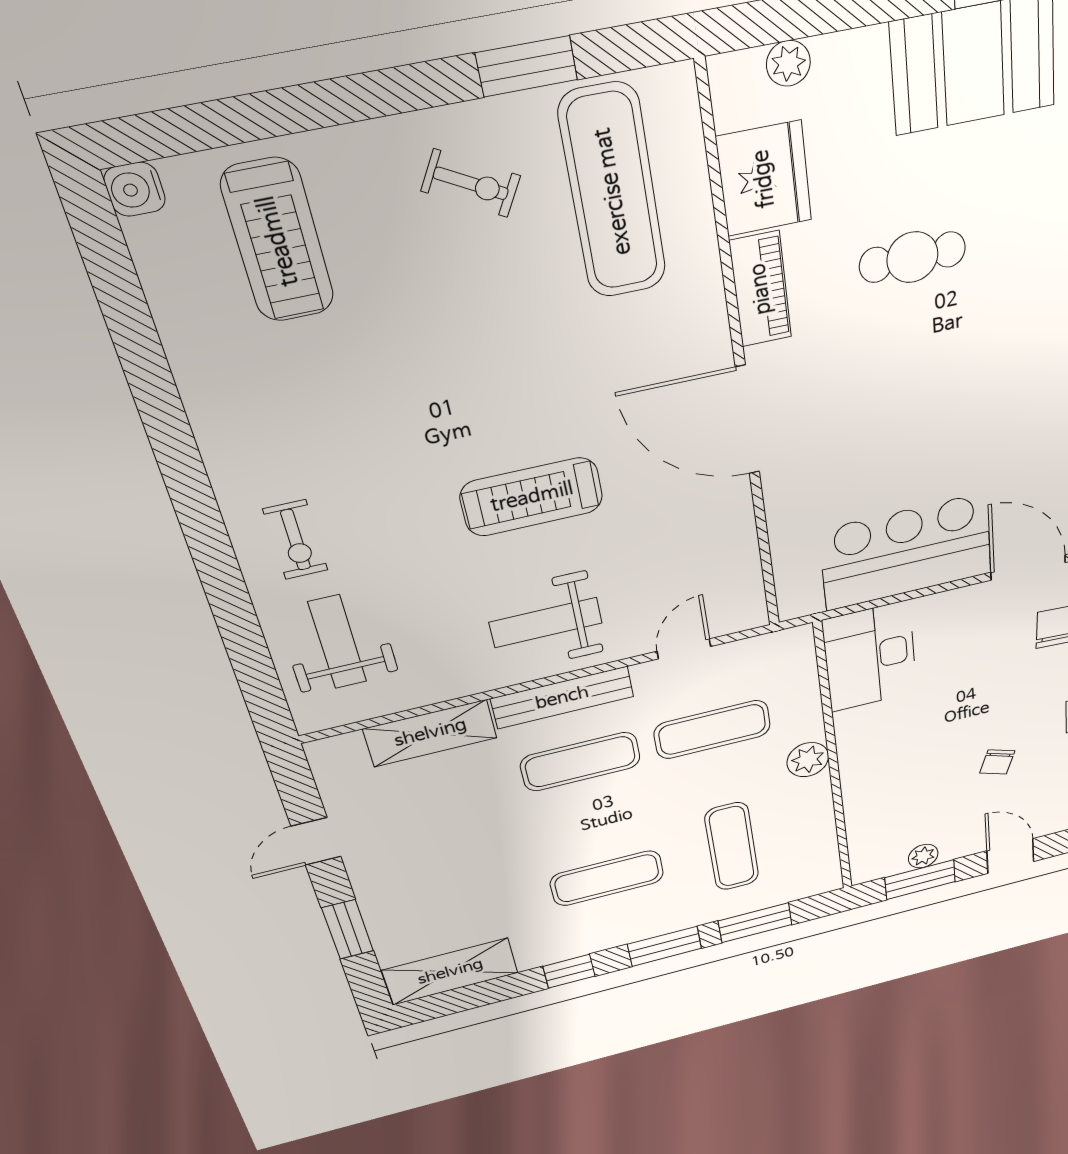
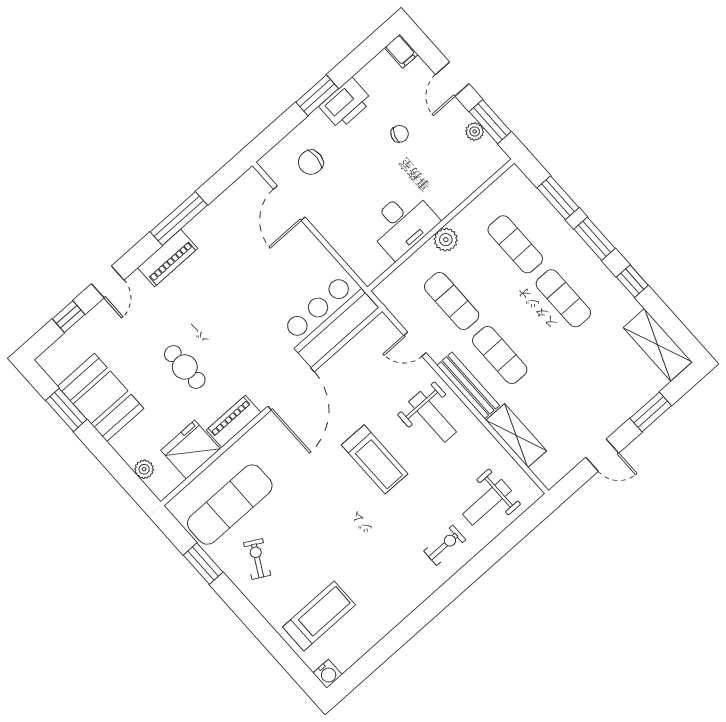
bar counter: (906, 552) -> (328, 319), moved, turned 90
desk: (870, 657) -> (403, 224), moved
exercise mat: (732, 847) -> (515, 244), turned 90

